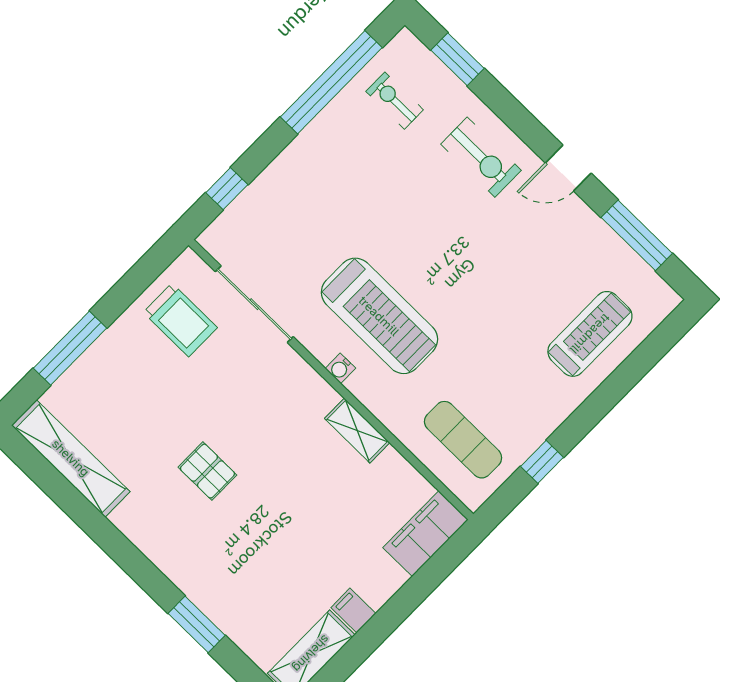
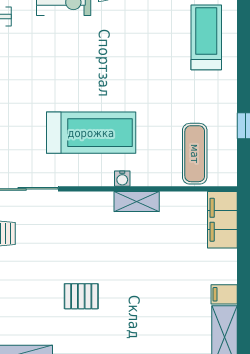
water cooler: (340, 368) -> (122, 179), moved
exercise mat: (463, 440) -> (195, 154), turned 90

